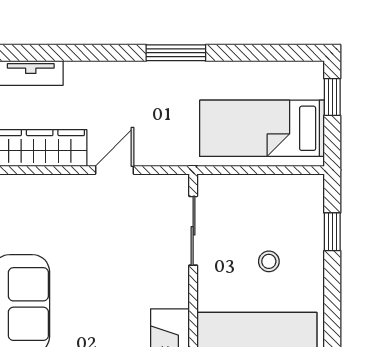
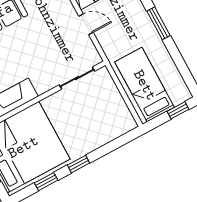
window: (332, 232) -> (78, 164), moved
stool: (269, 261) -> (82, 123), removed

